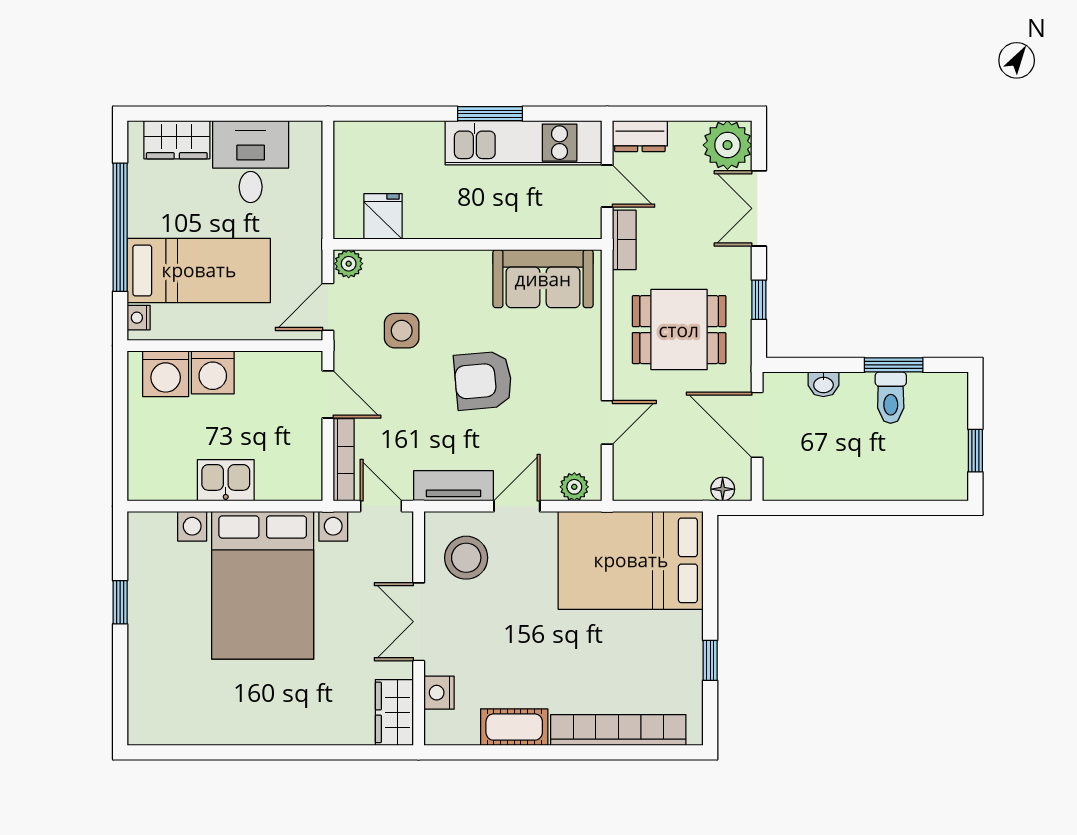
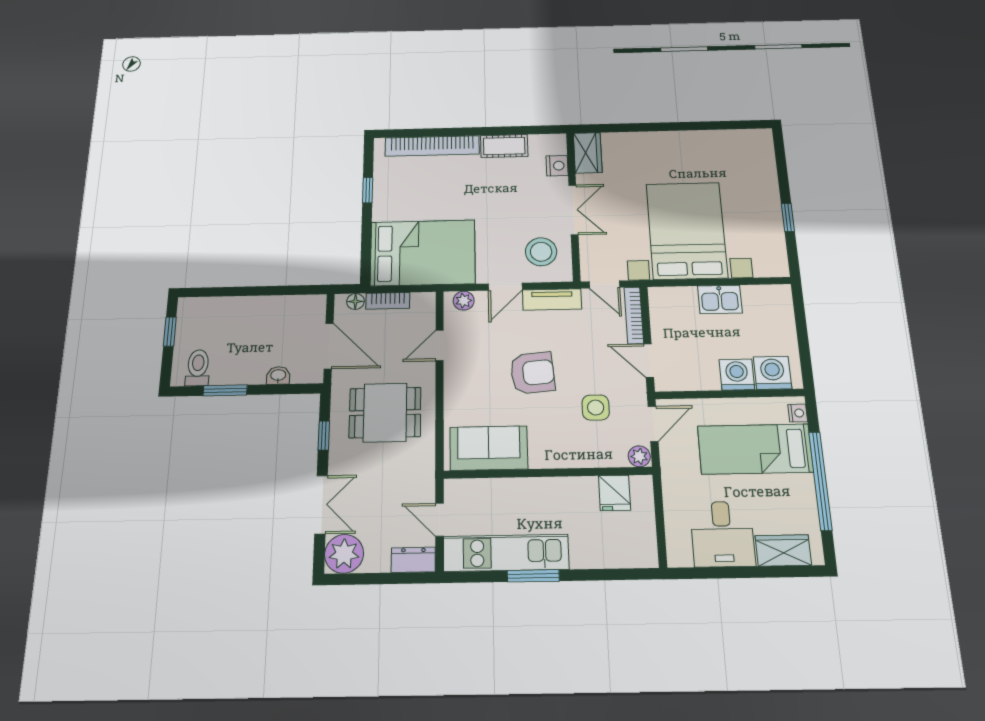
bookcase: (624, 240) -> (388, 301), moved, turned -90
toilet: (891, 398) -> (198, 368), moved

